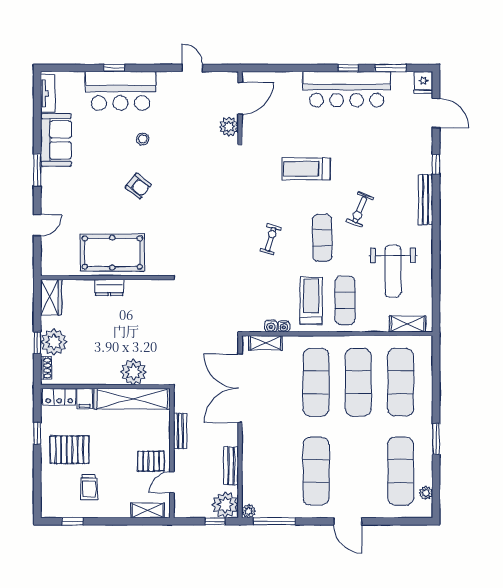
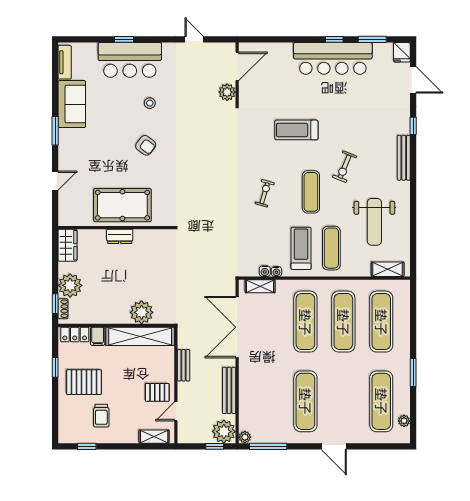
window: (37, 343) -> (55, 304), moved
bench: (231, 466) -> (229, 390), width x1.36

